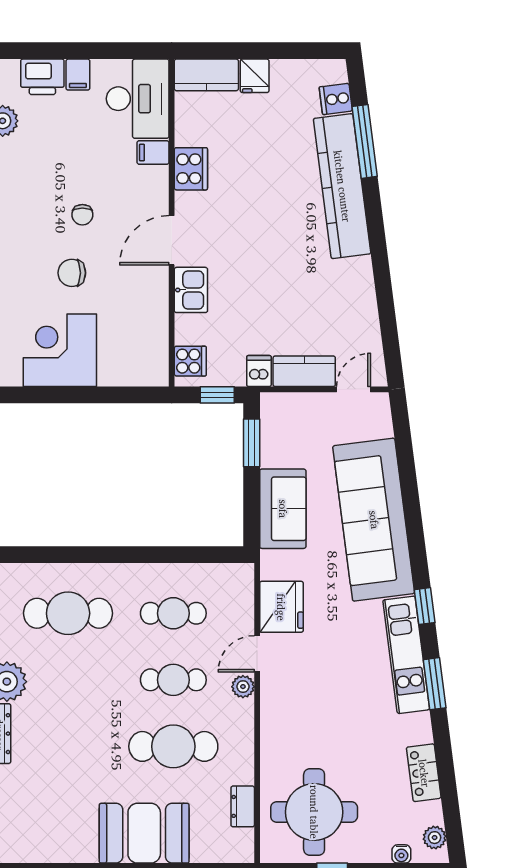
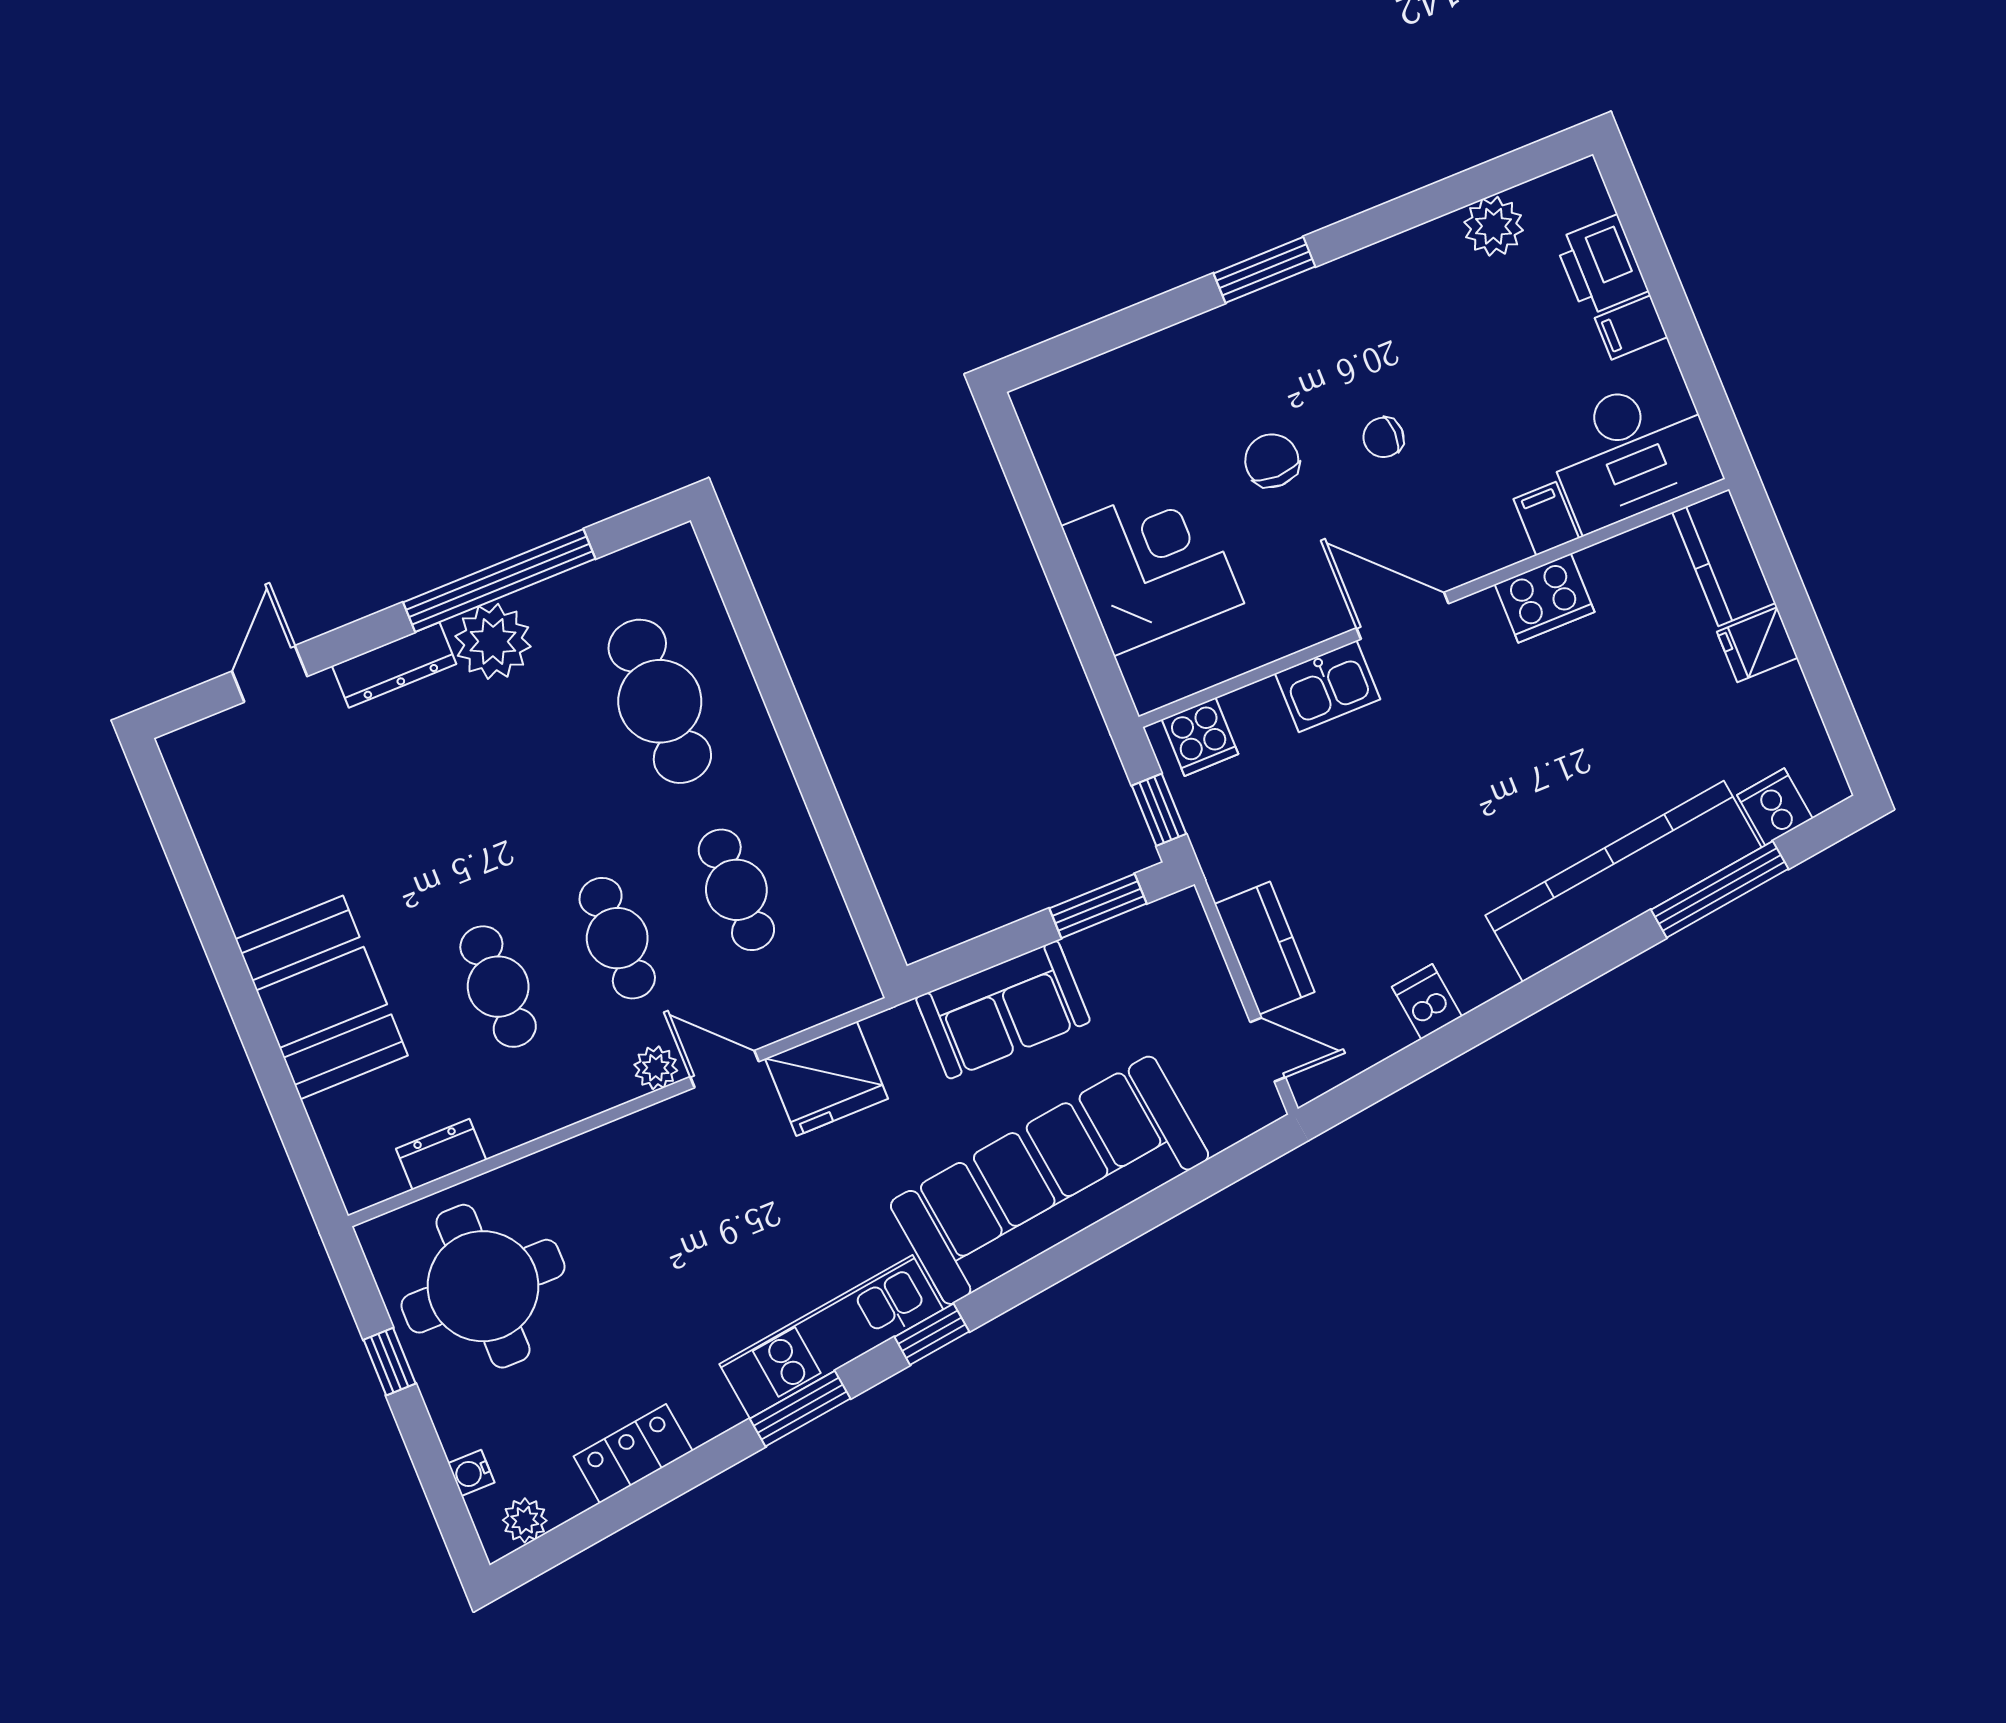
corner desk: (60, 350) -> (1153, 565), moved
dishwasher: (259, 371) -> (1427, 1002), moved, turned -97
cafe table: (173, 746) -> (498, 987), width x0.73, depth x0.74

